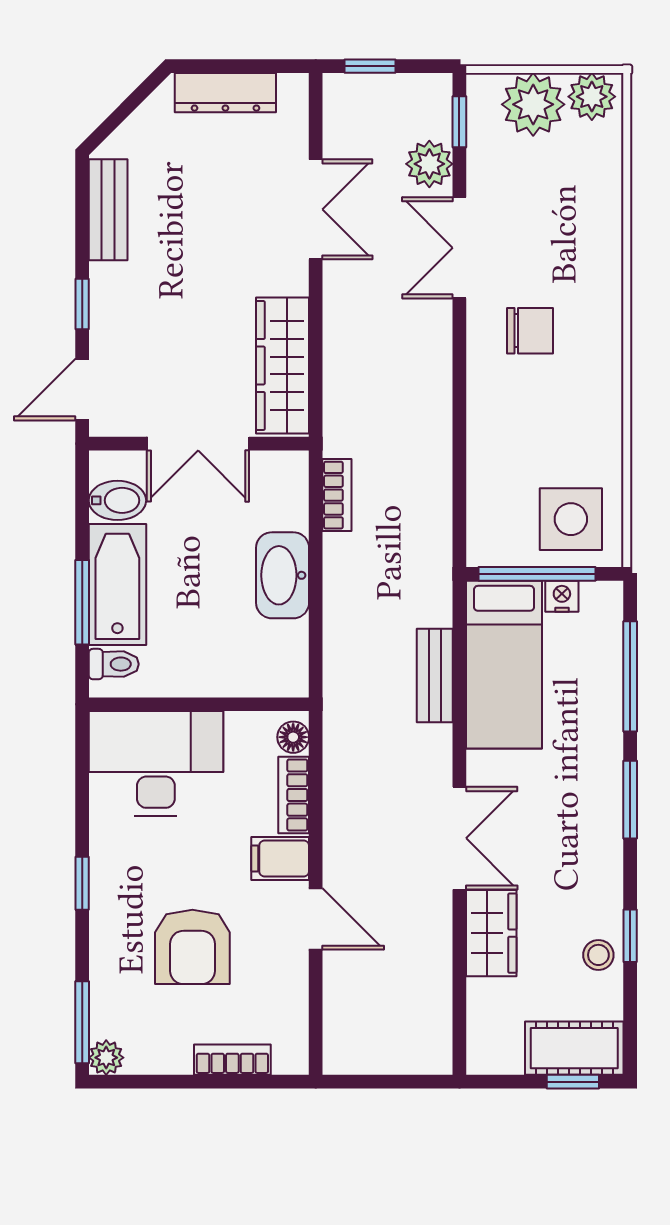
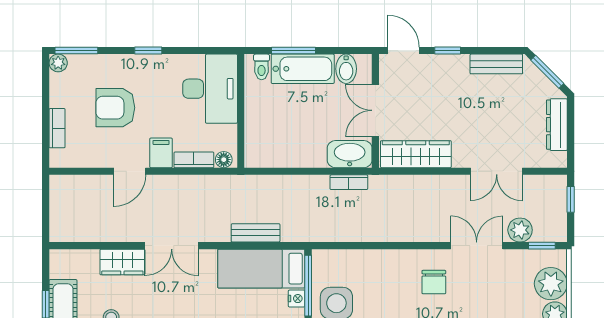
window: (123, 111) -> (547, 72), added
washbasin: (283, 575) -> (350, 154), moved

